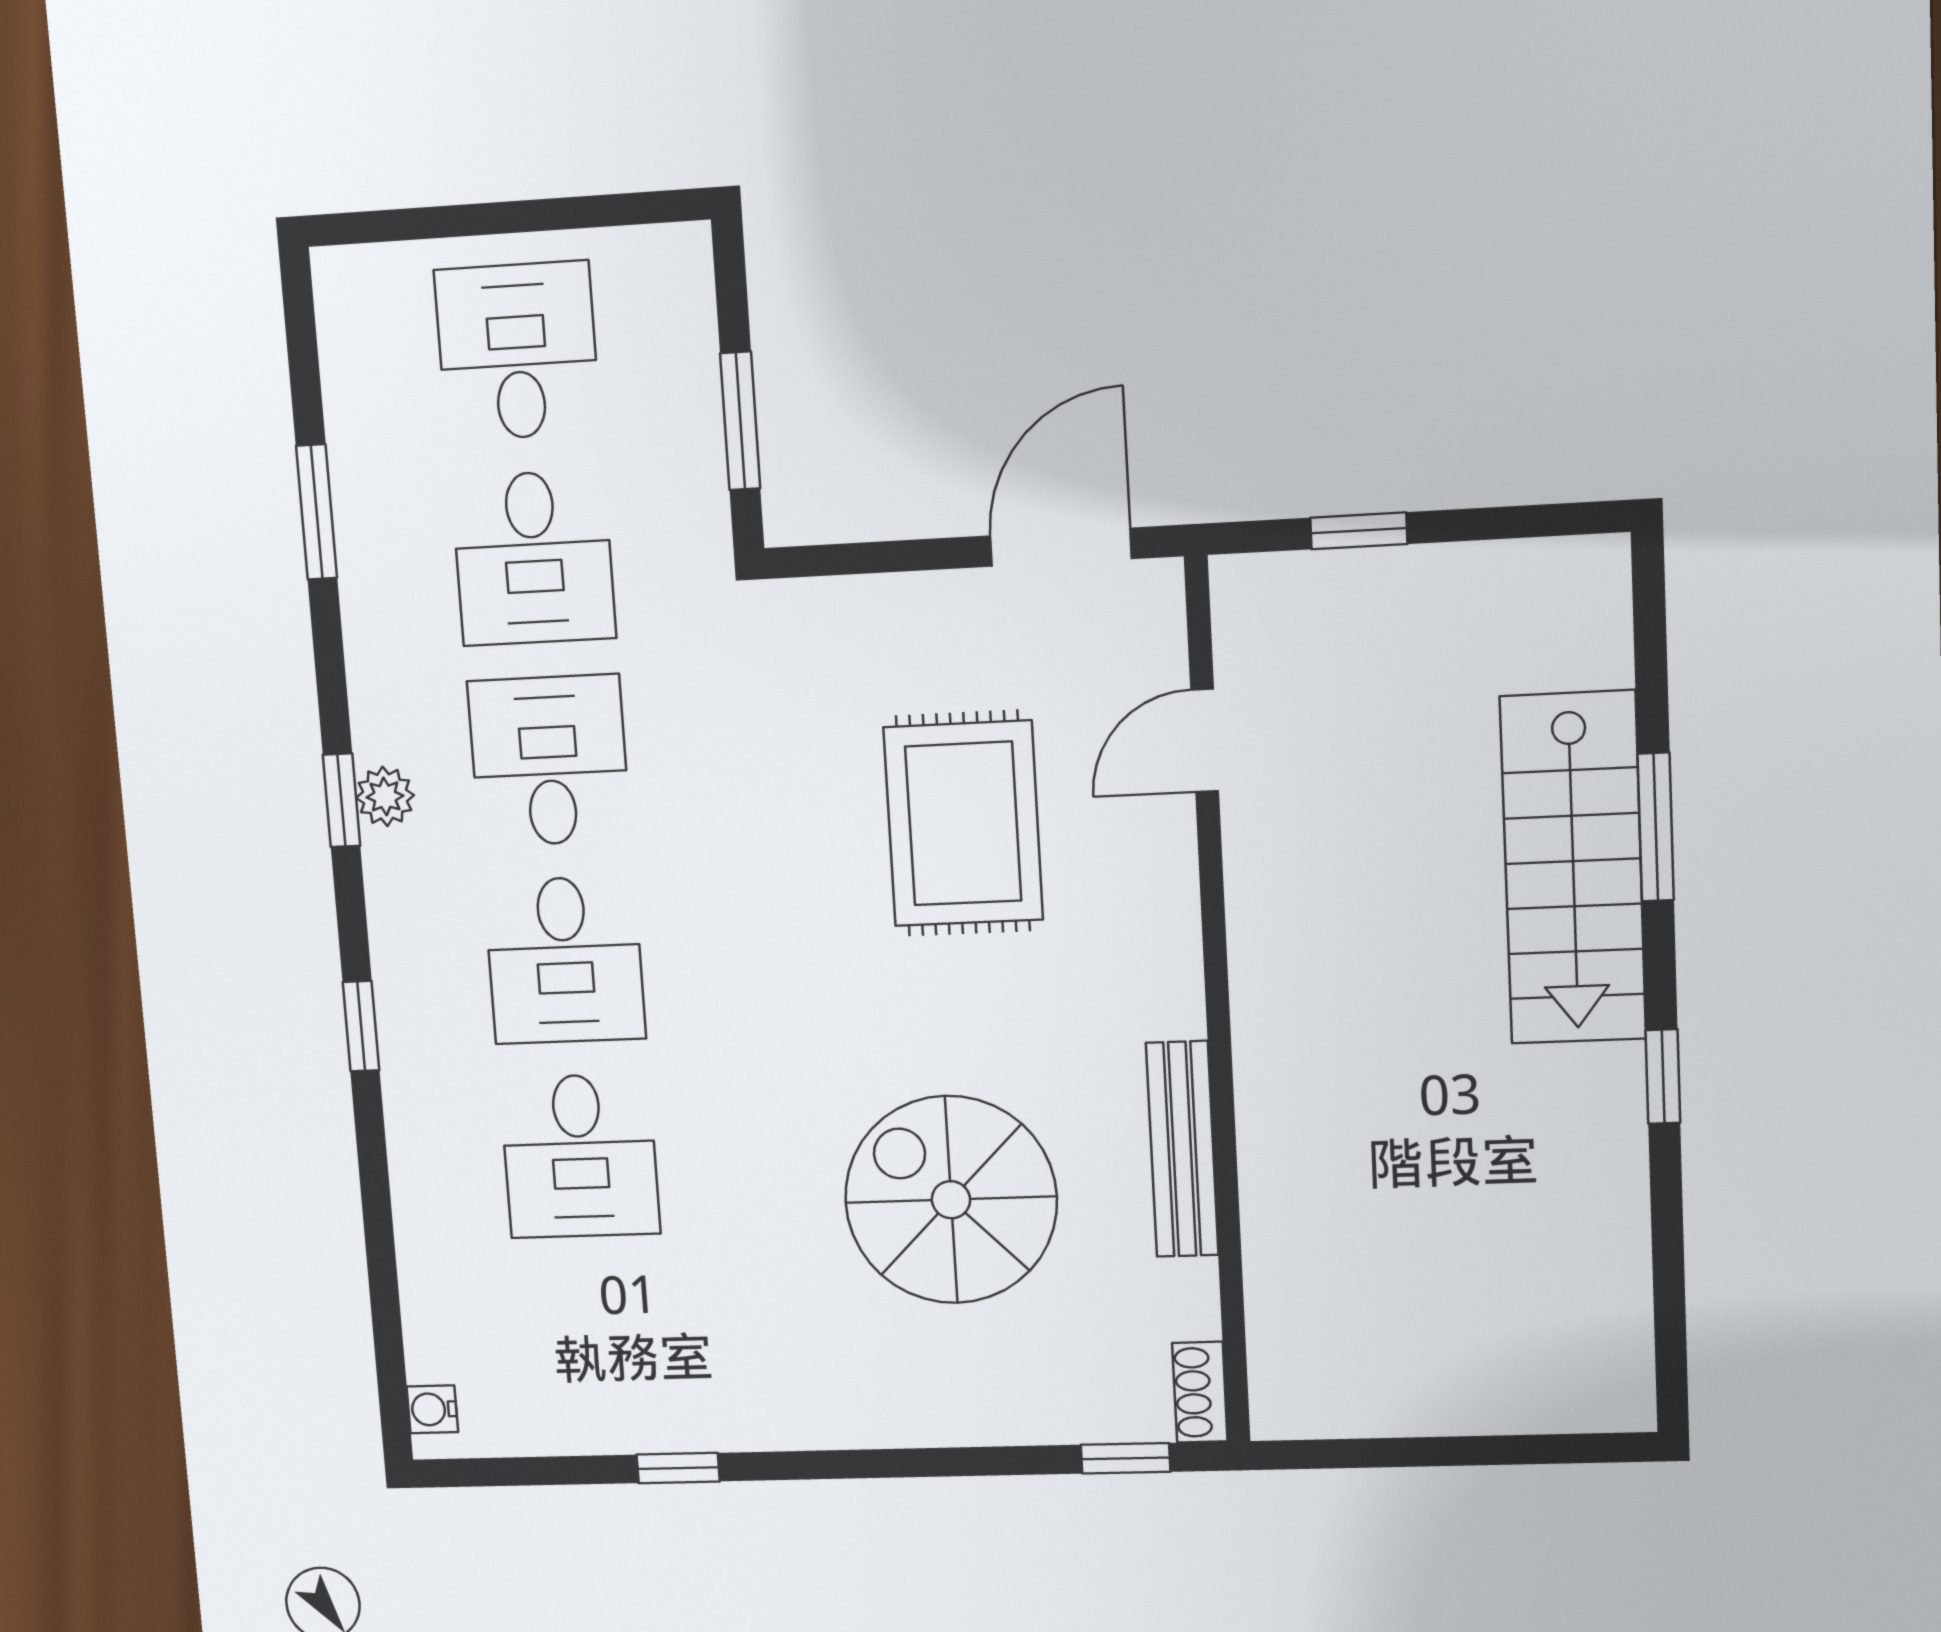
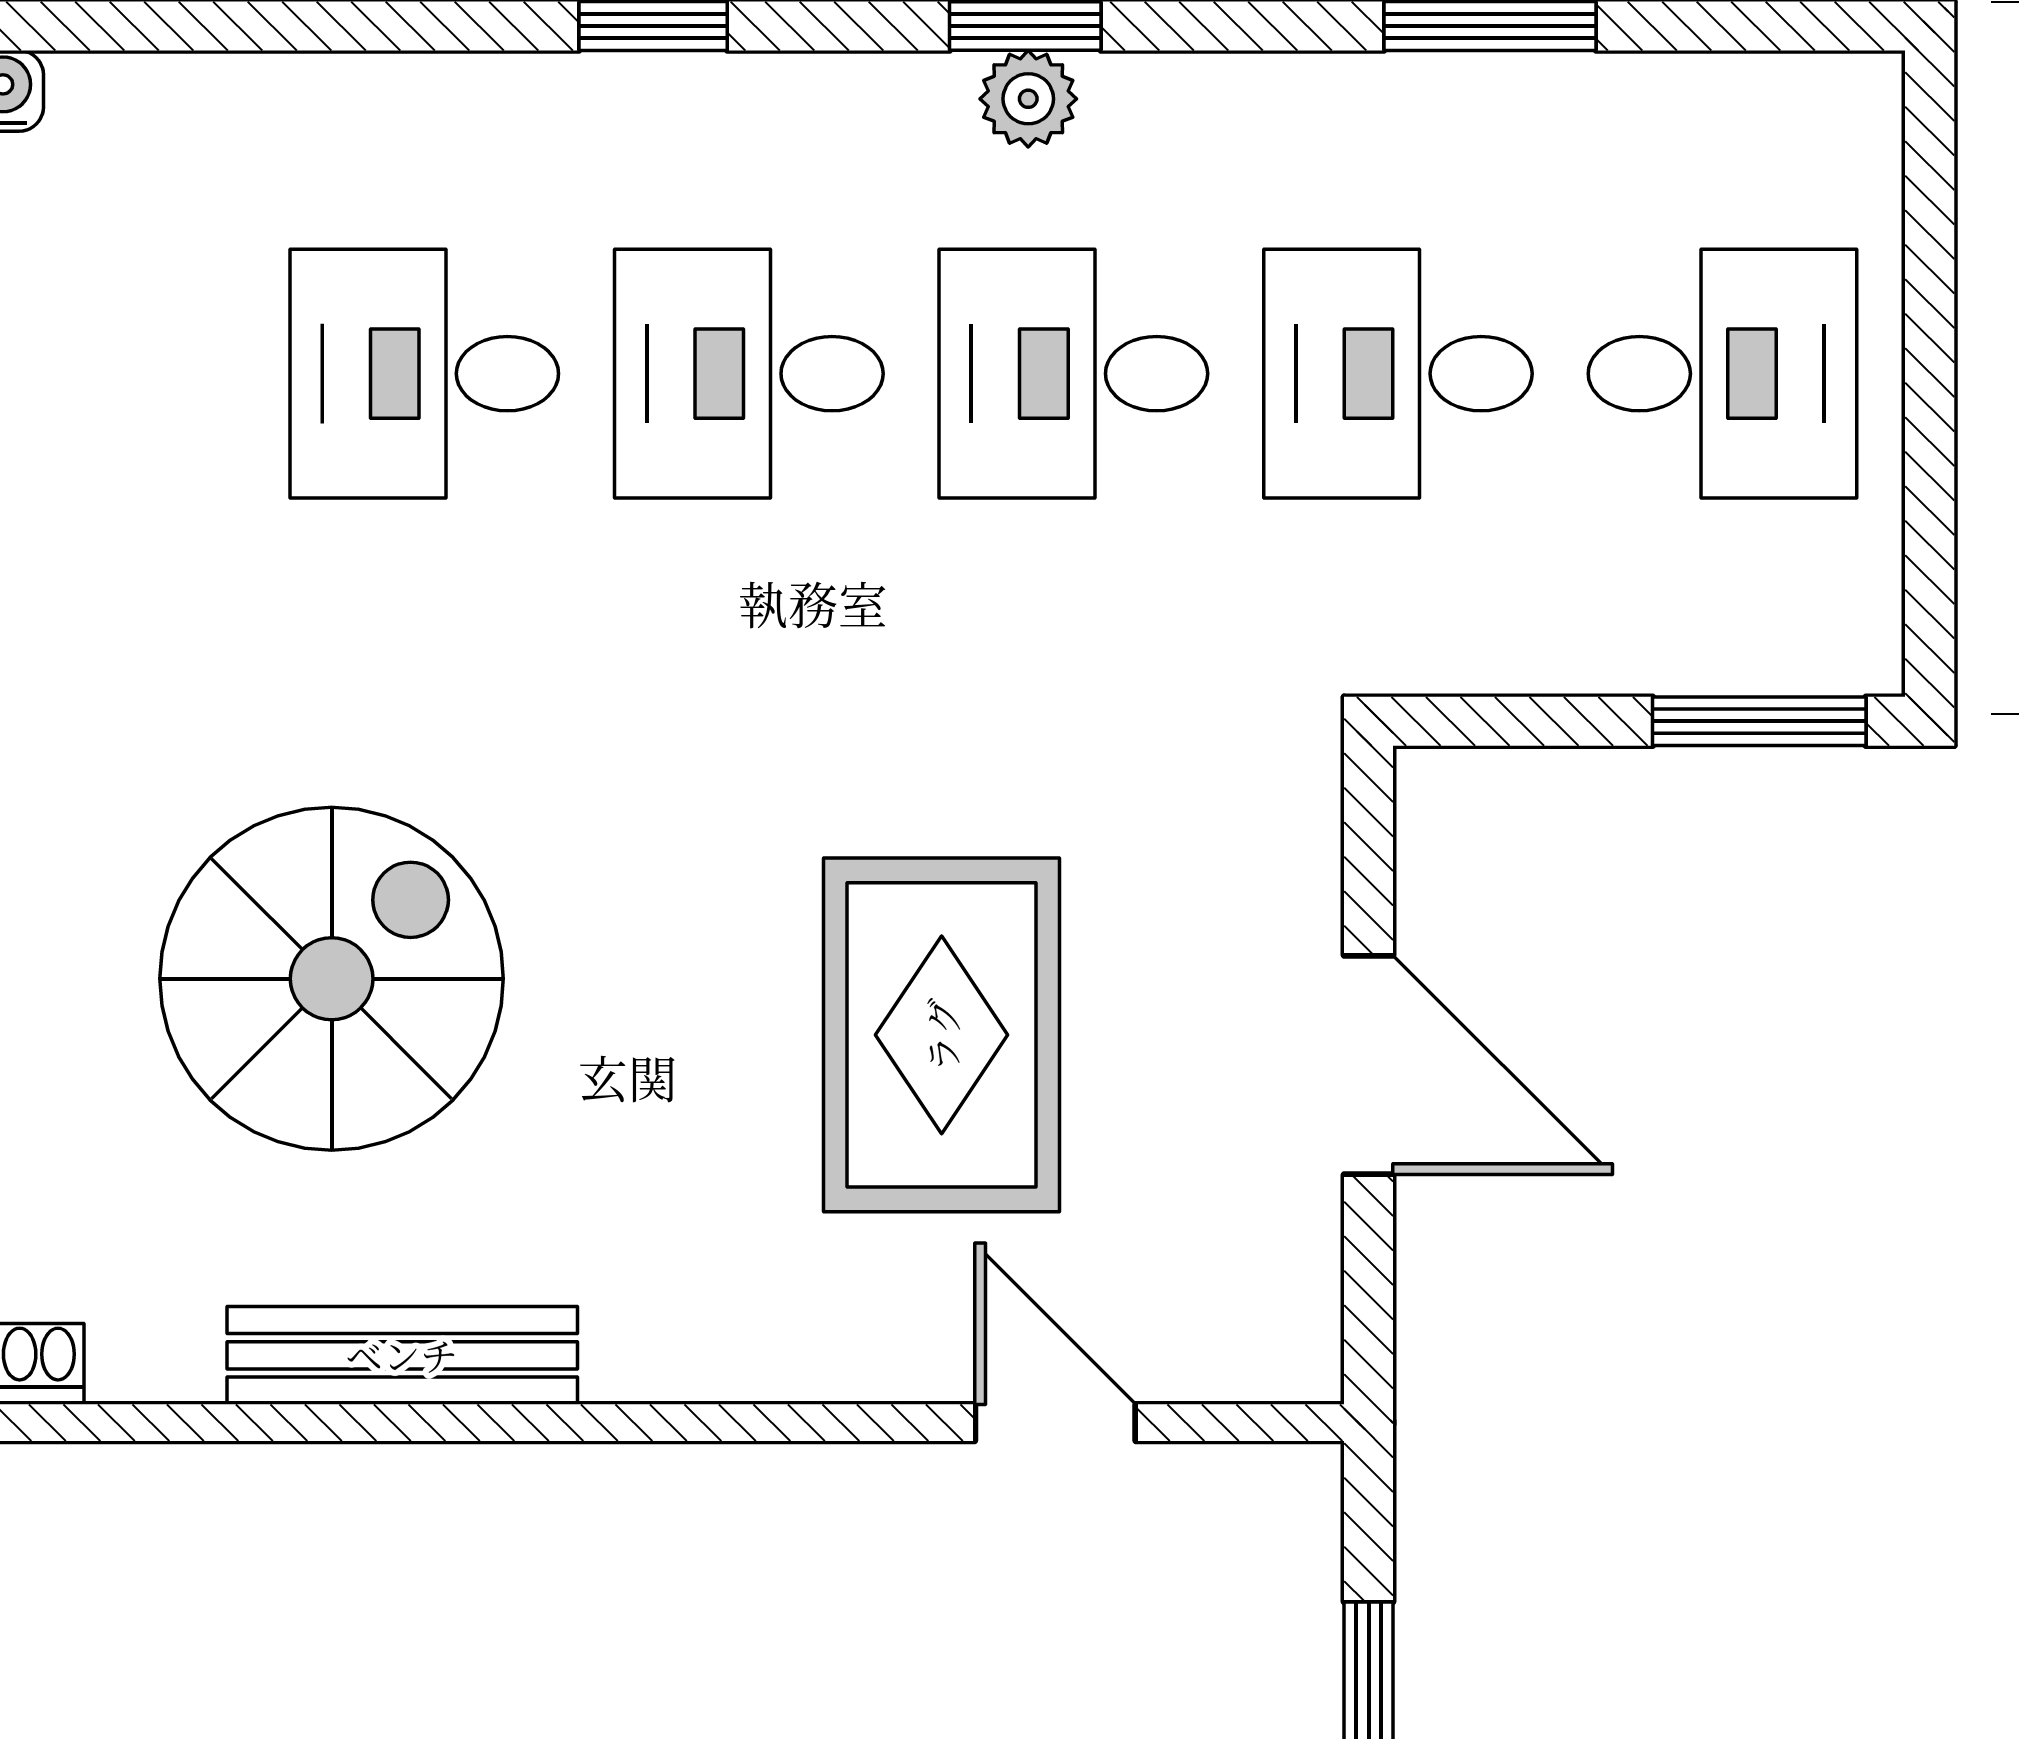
window: (740, 421) -> (1759, 721), moved
door: (1061, 547) -> (1369, 1065), moved
desk: (549, 761) -> (1073, 374), turned 180
rug: (963, 824) -> (942, 1035), turned 90

